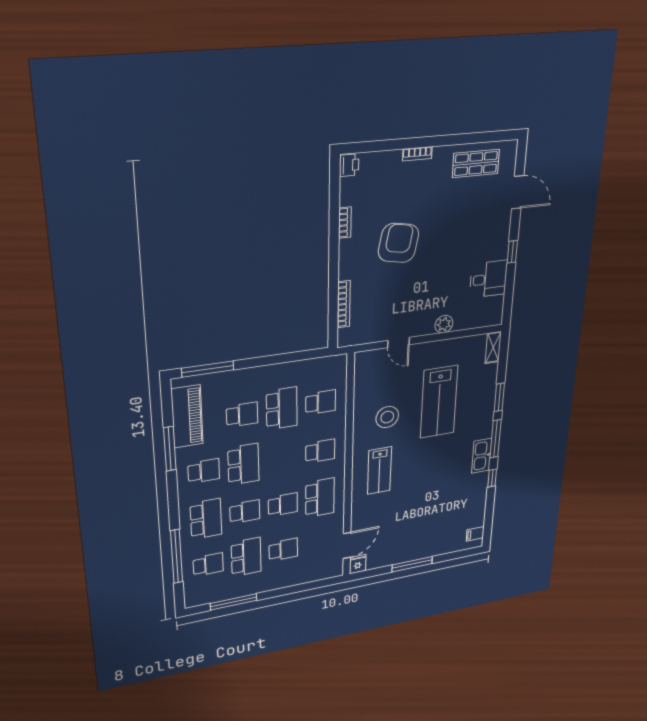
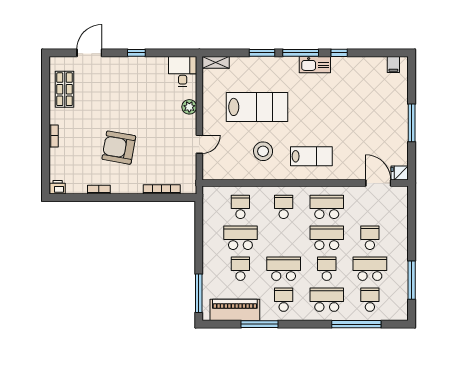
desk: (488, 279) -> (183, 72), moved
school desk: (283, 505) -> (327, 238), width x1.85

